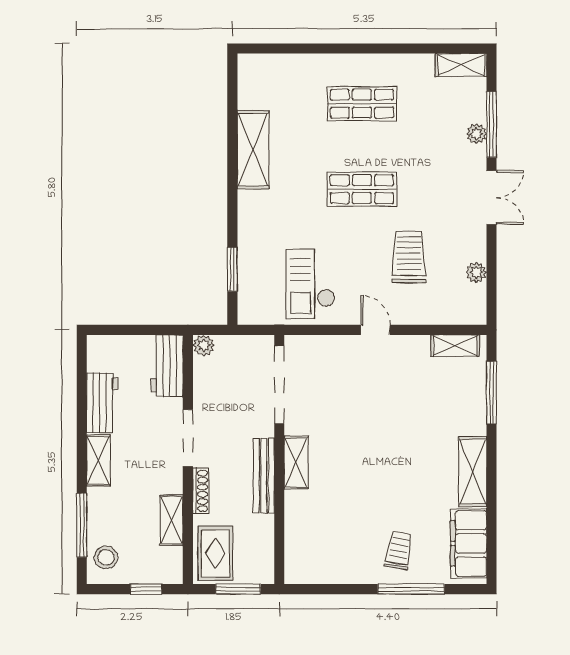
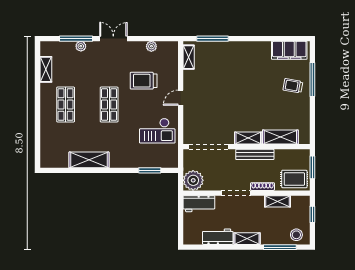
shelving: (461, 65) -> (46, 69), moved
plant: (204, 345) -> (193, 180), width x1.87, depth x1.87
shelving: (473, 472) -> (280, 137), moved

